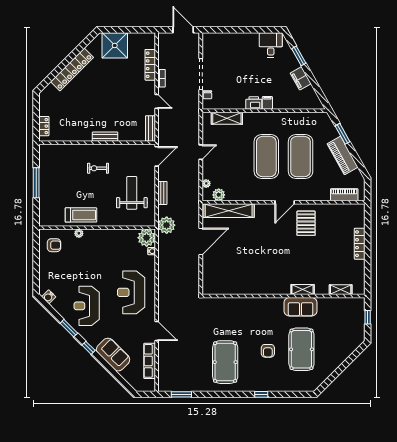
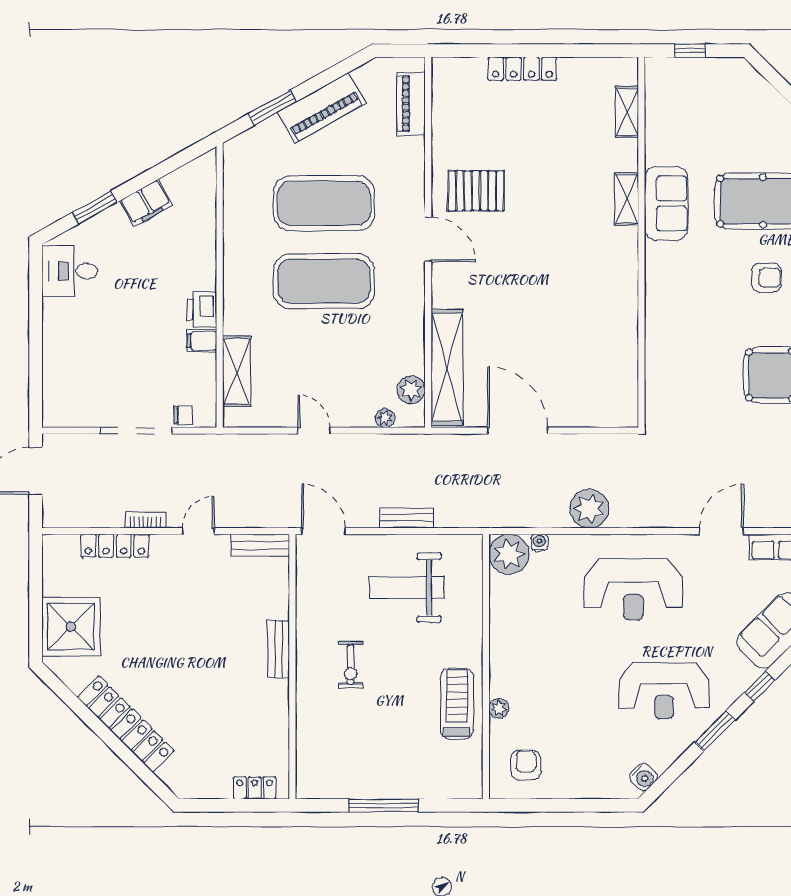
filing cabinet: (267, 103) -> (202, 341), moved
plant: (167, 225) -> (589, 509), moved

